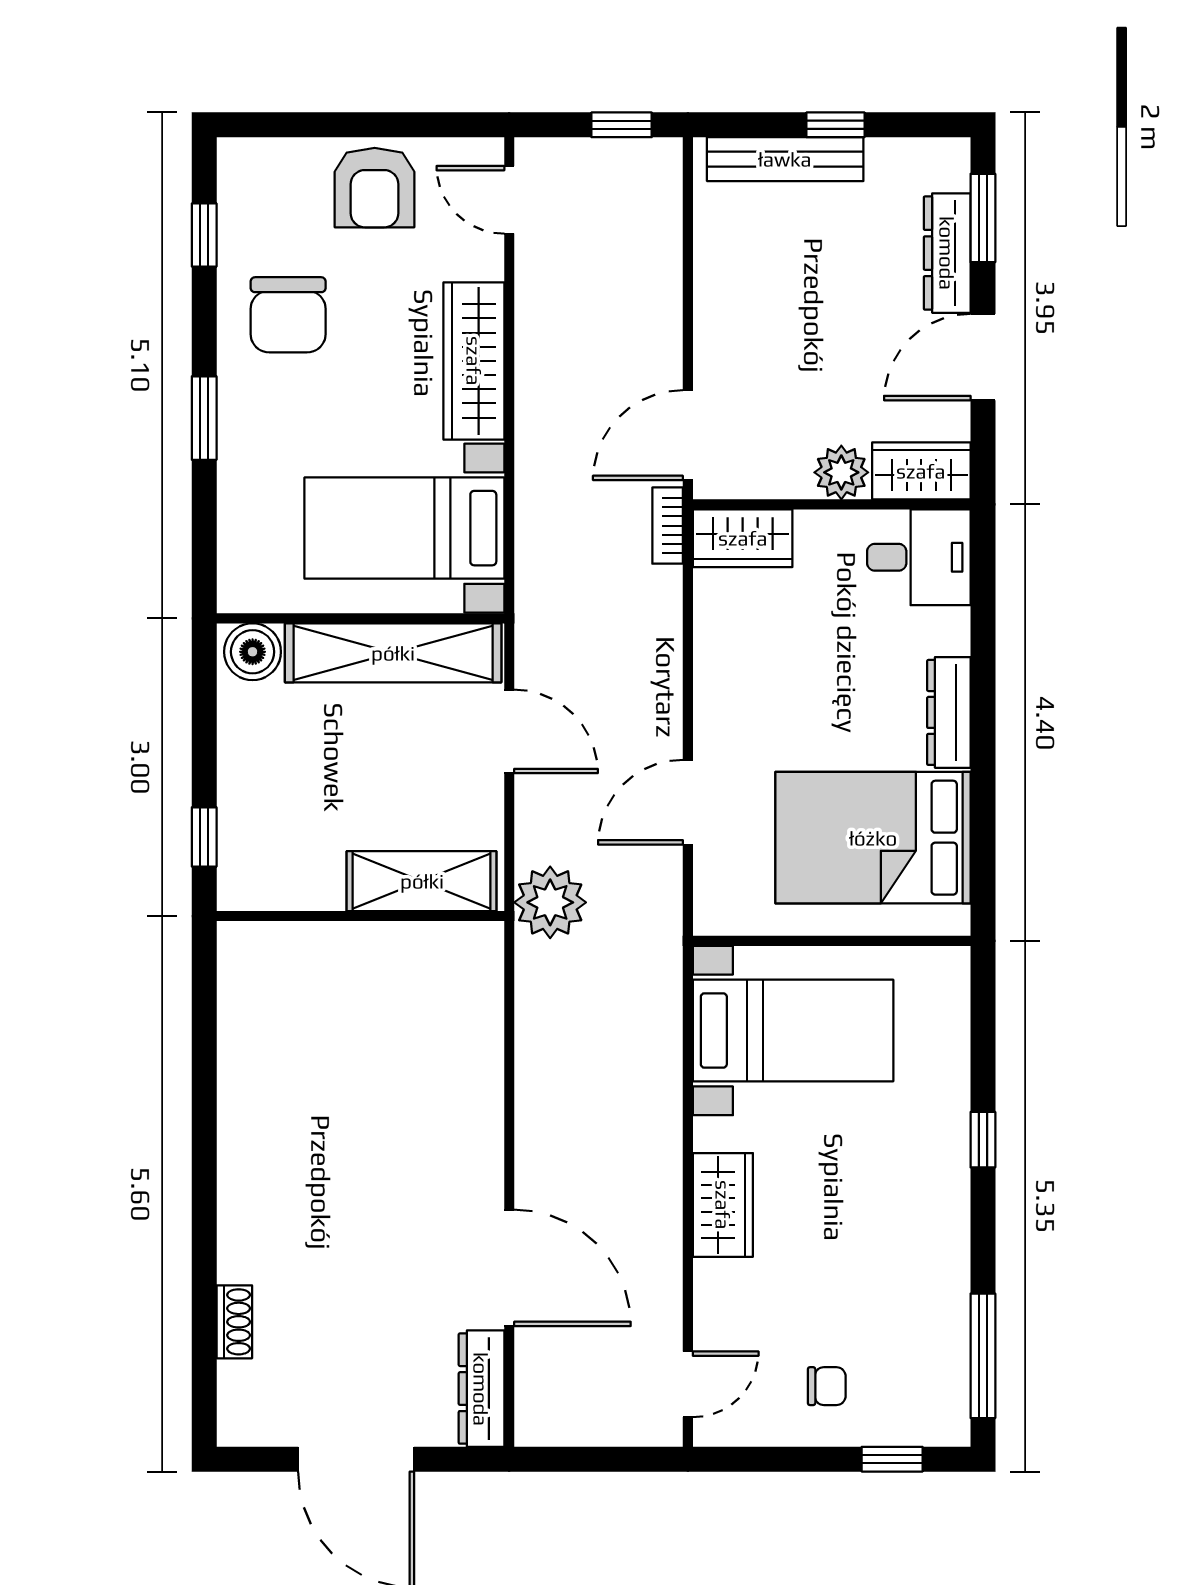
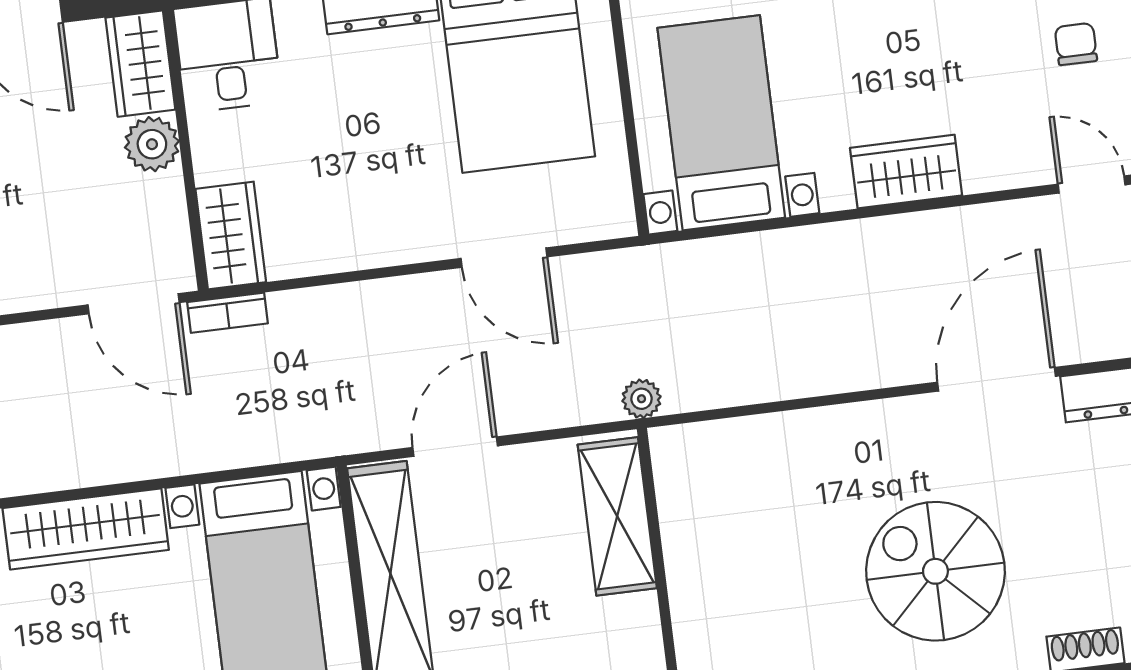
plant: (550, 902) -> (642, 399), width x0.53, depth x0.53
spiral stairs: (329, 1185) -> (935, 571), added

